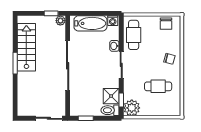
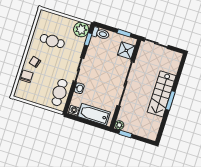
chair: (166, 24) -> (26, 76), moved
stairs: (26, 47) -> (162, 94), moved
shower: (111, 96) -> (126, 50), moved

